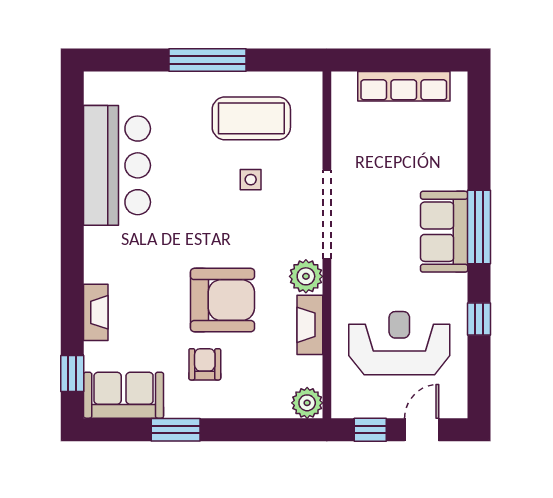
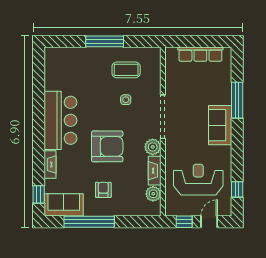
coffee table: (251, 118) -> (126, 70), width x0.73, depth x0.76
bar counter: (117, 165) -> (60, 120), moved
window: (479, 227) -> (237, 100), moved
armchair: (222, 300) -> (107, 146), moved
window: (479, 319) -> (237, 189), moved
plant: (307, 403) -> (153, 194), moved
window: (176, 430) -> (89, 222), width x2.11

